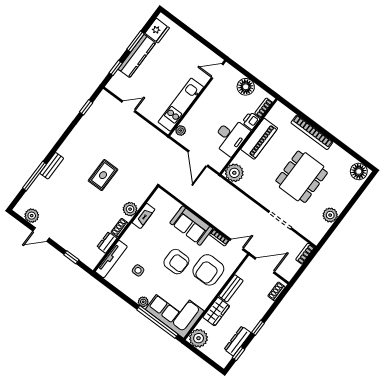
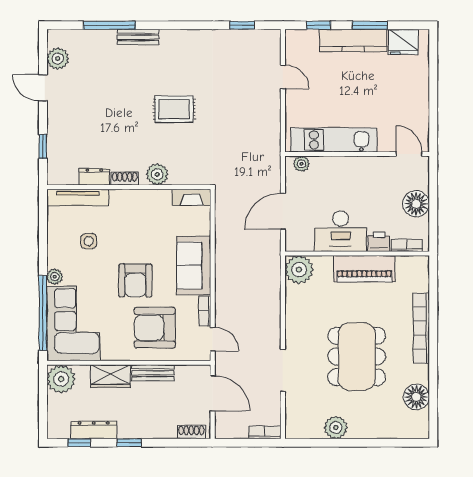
floor lamp: (359, 171) -> (416, 397), moved
dining table: (302, 177) -> (357, 356), turned 90
fireplace: (143, 216) -> (192, 197), moved

